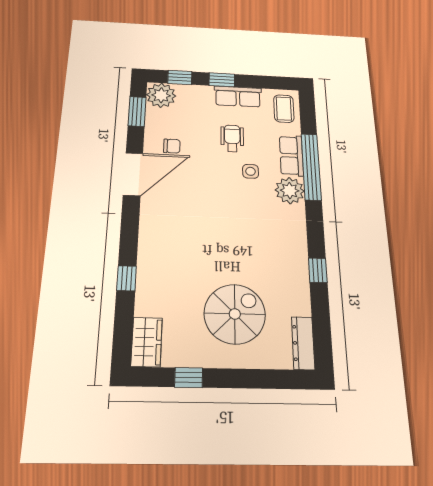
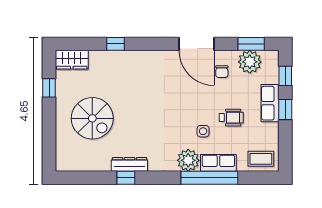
plant: (161, 95) -> (250, 62), moved
row of seats: (238, 97) -> (270, 103), moved
dresser: (303, 343) -> (129, 164), moved

